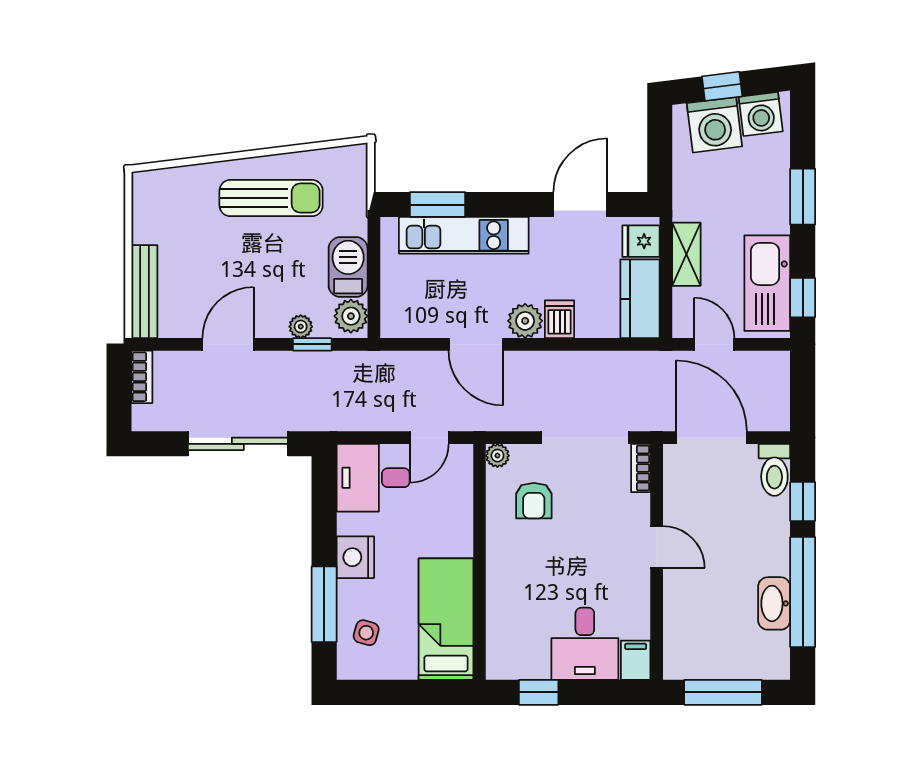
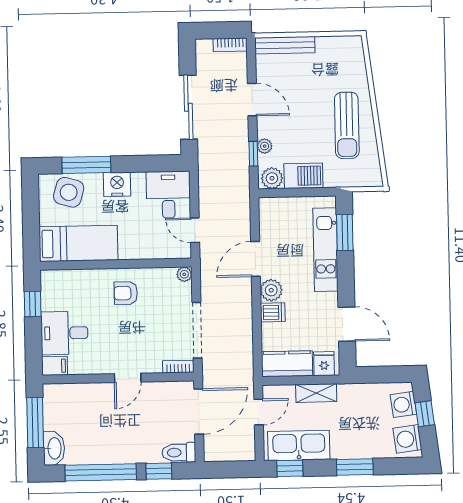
washing machine: (714, 125) -> (403, 404), width x0.73, depth x0.73
armchair: (534, 501) -> (126, 293), moved
washbasin: (774, 603) -> (54, 448), moved, turned 90
side table: (366, 633) -> (69, 192), width x1.87, depth x1.87

